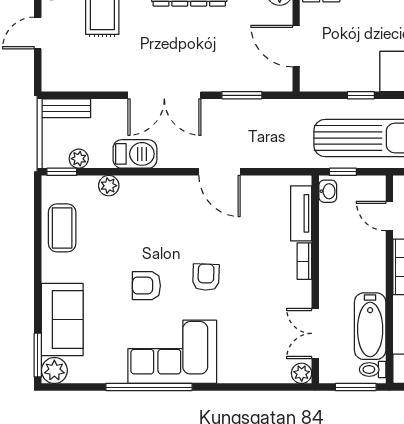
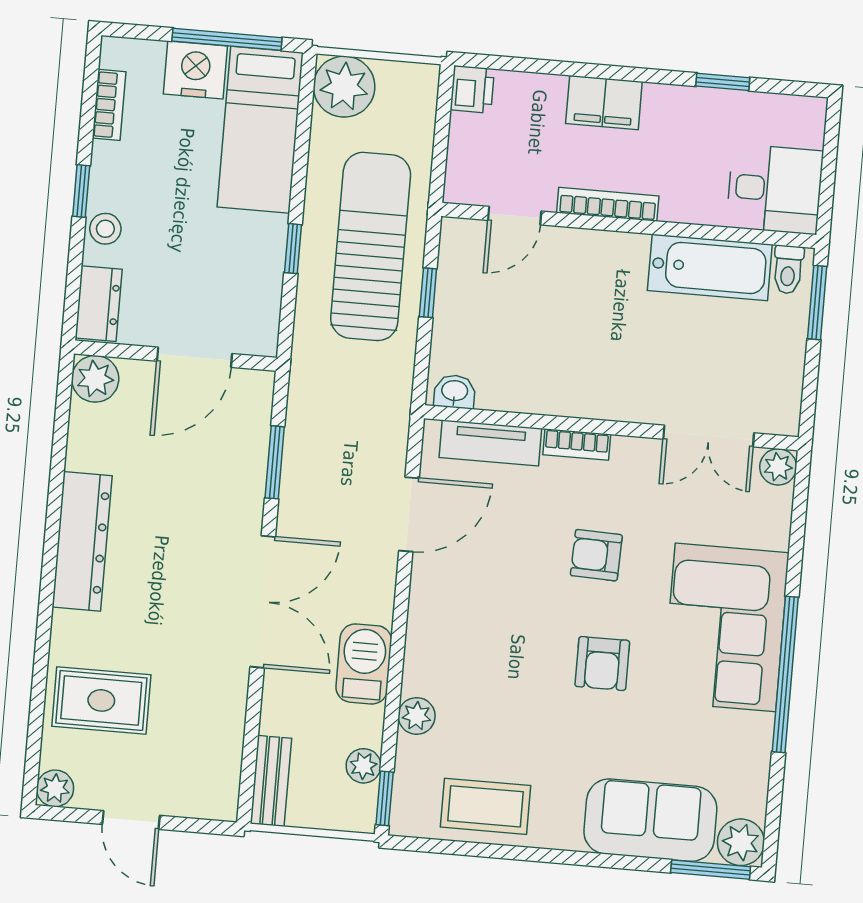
washbasin: (328, 191) -> (455, 392), moved
tv unit: (301, 213) -> (490, 443), moved
bookcase: (304, 261) -> (577, 444), moved
wall: (315, 279) -> (611, 428), moved
double door: (315, 333) -> (709, 436), moved
plant: (302, 373) -> (778, 467), moved

